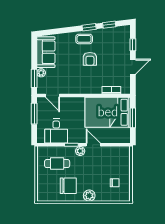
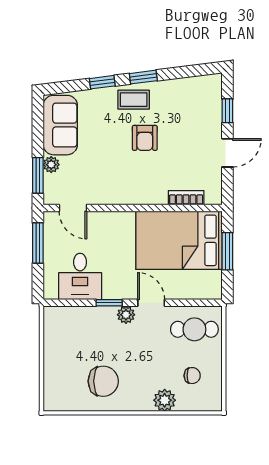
window: (109, 25) -> (102, 82), moved
cafe table: (57, 164) -> (194, 329), moved
plant: (89, 196) -> (165, 400), moved

